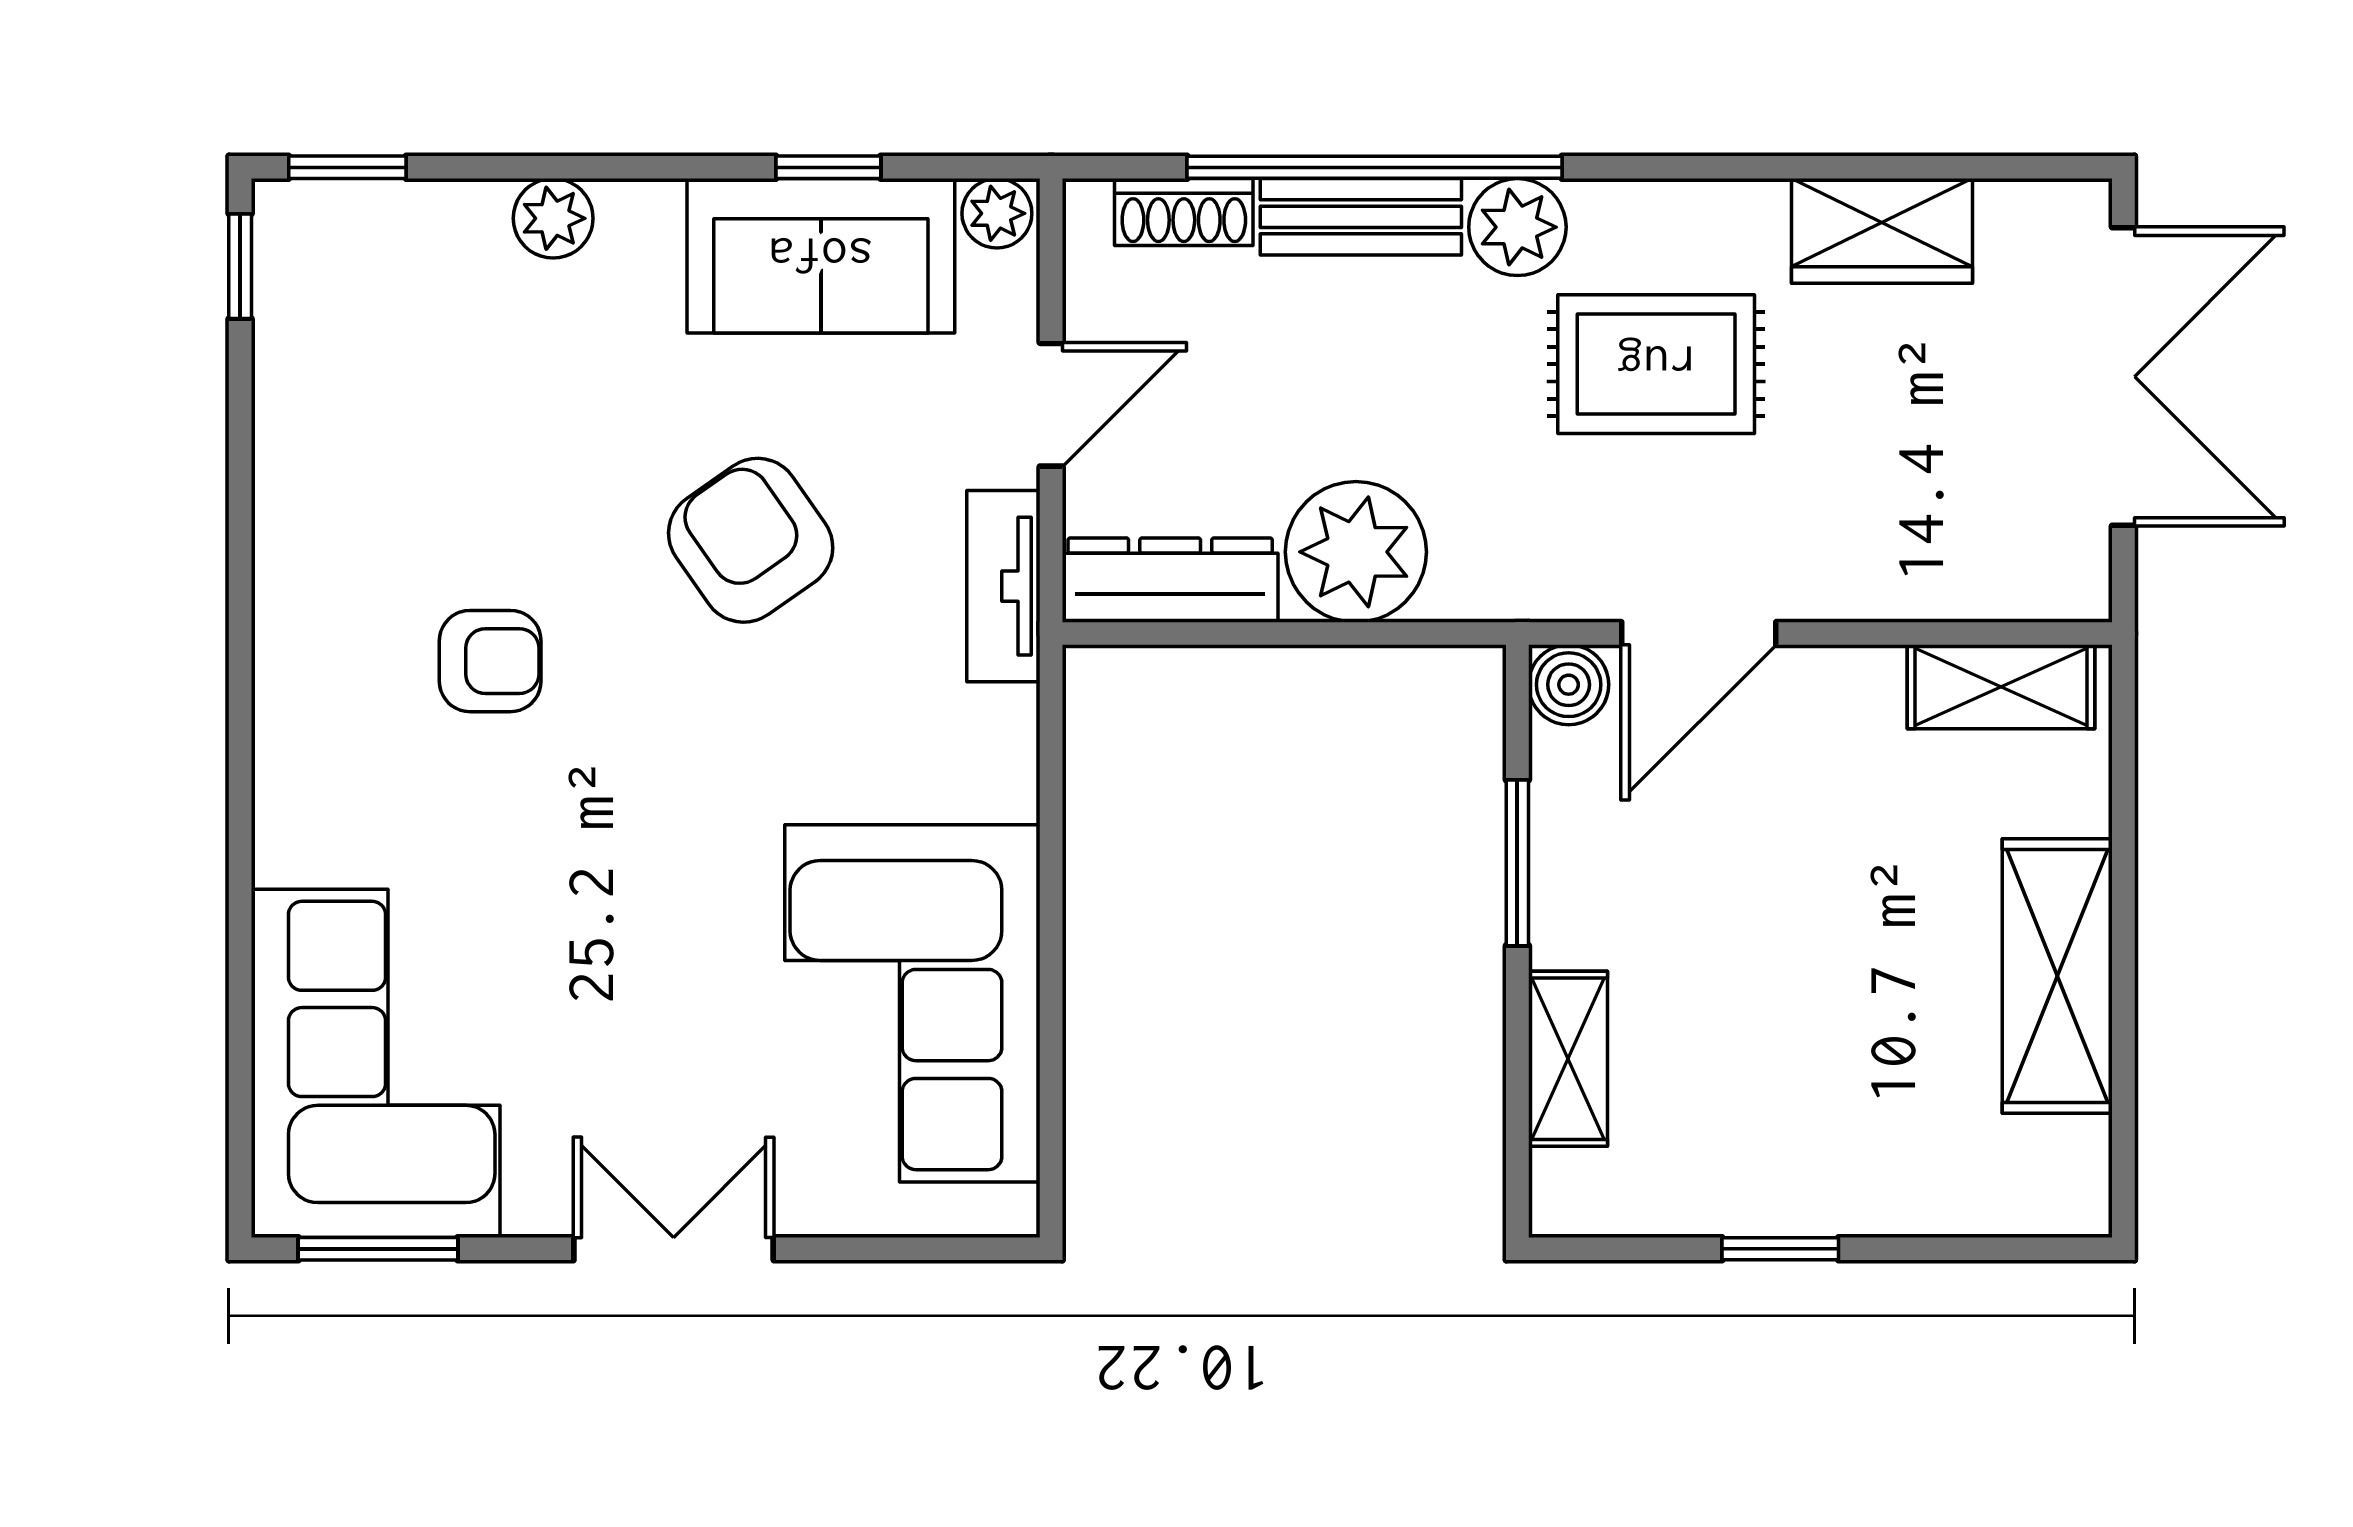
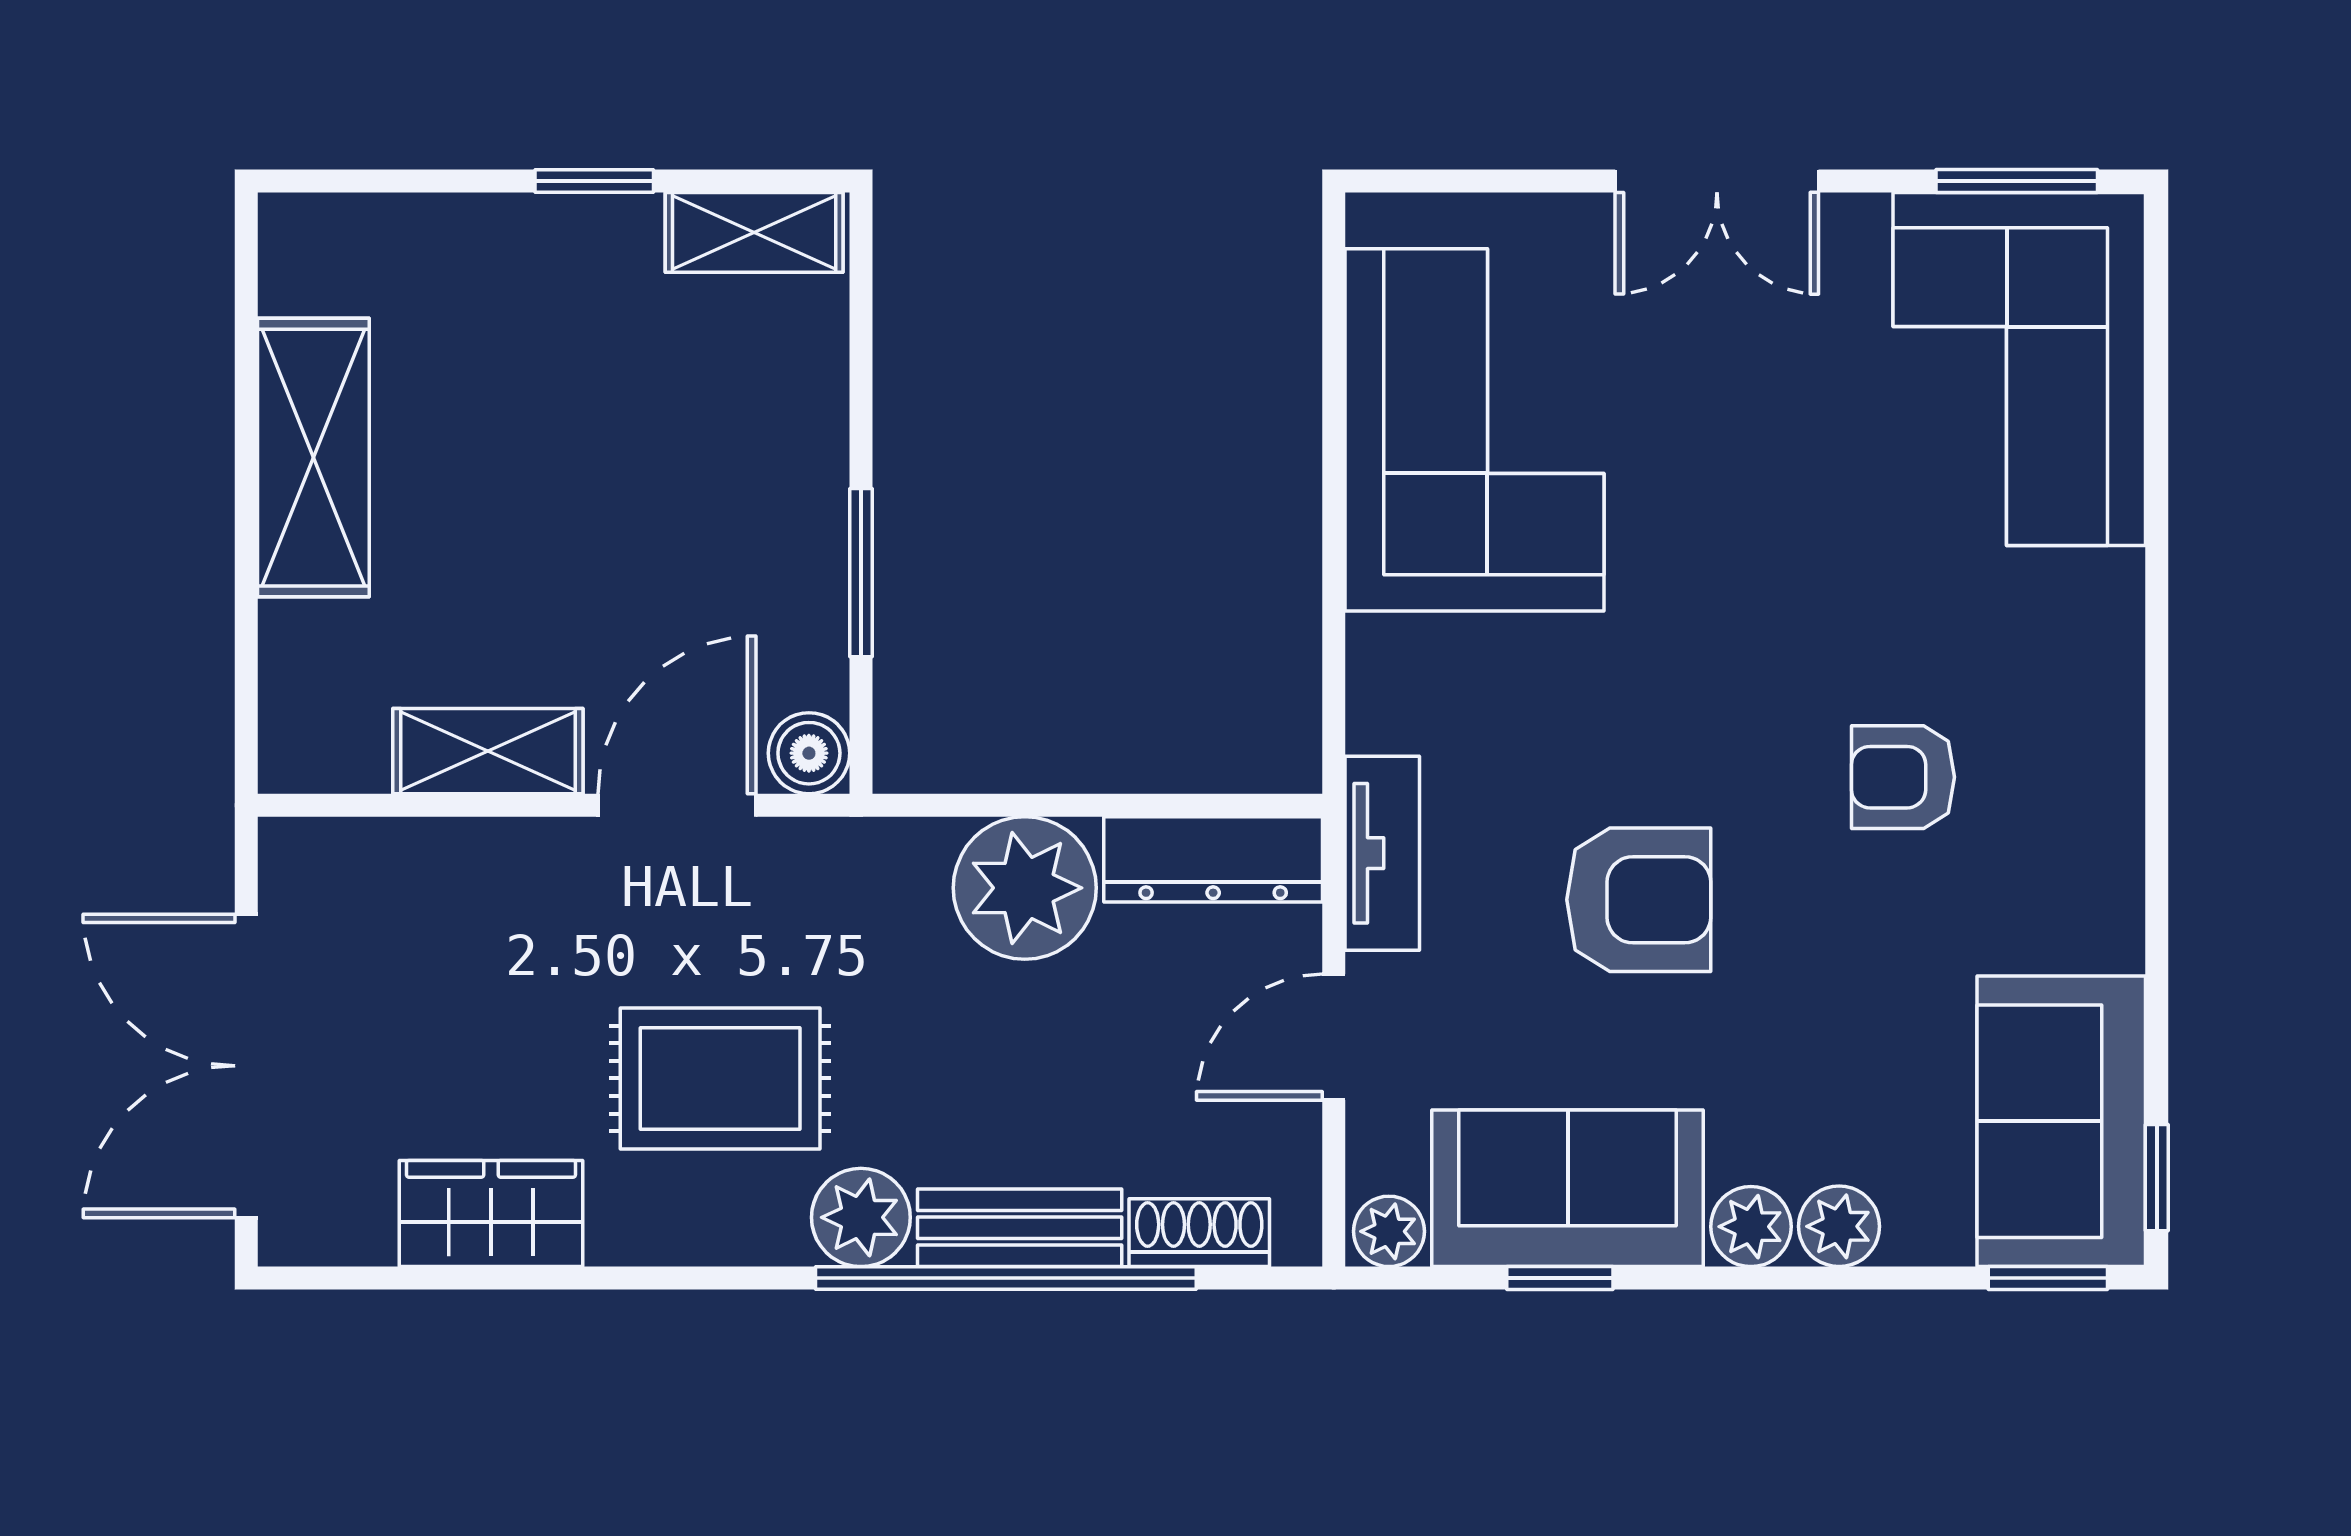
plant: (640, 218) -> (1751, 1227), added
sofa: (334, 322) -> (2061, 1121), added
armchair: (751, 540) -> (1639, 900), turned -55
shelving: (2001, 687) -> (488, 751), moved
shelving: (1568, 1059) -> (754, 232), moved, turned 90

